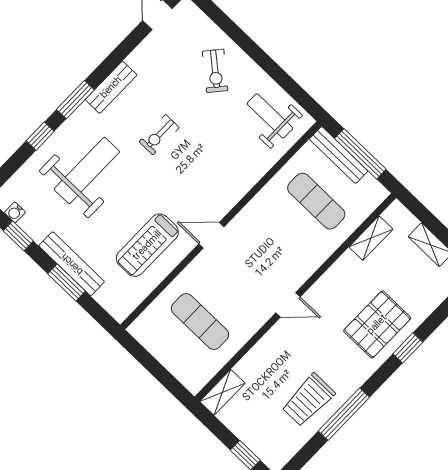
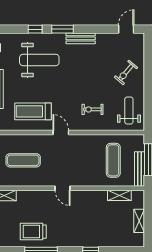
exercise bike: (159, 135) -> (92, 109), moved
bench: (339, 155) -> (139, 169), moved
exercise mat: (200, 322) -> (23, 160), turned 90
pallet: (377, 324) -> (88, 230), removed

